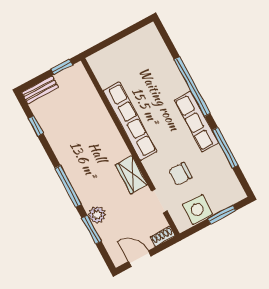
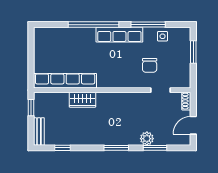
row of seats: (130, 121) -> (65, 81), moved
wardrobe: (131, 175) -> (82, 100), moved
window: (68, 186) -> (116, 148), width x0.69
side table: (197, 209) -> (163, 36), moved, width x0.54, depth x0.54

